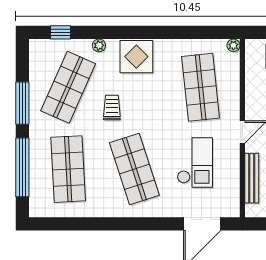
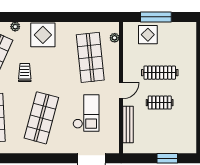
plant: (233, 45) -> (115, 38), moved
shop shelf: (134, 169) -> (41, 118), turned 33

